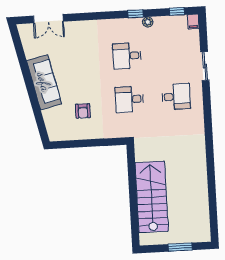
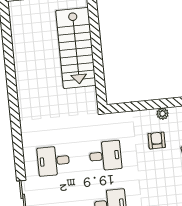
plant: (77, 135) -> (163, 114), added

